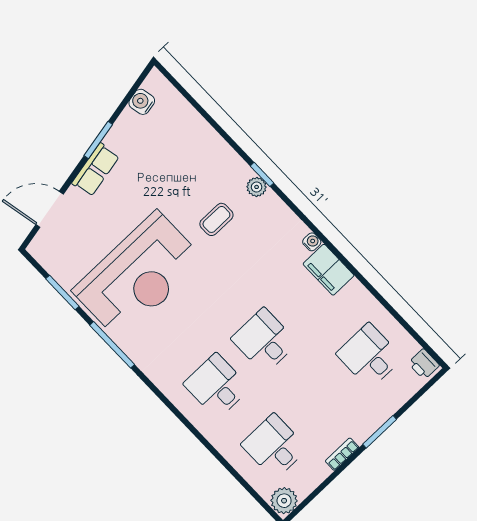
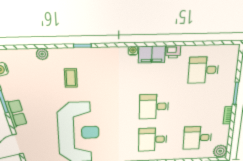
plant: (257, 187) -> (42, 54), moved
coffee table: (216, 219) -> (71, 78), moved
printer: (424, 364) -> (173, 52), moved

